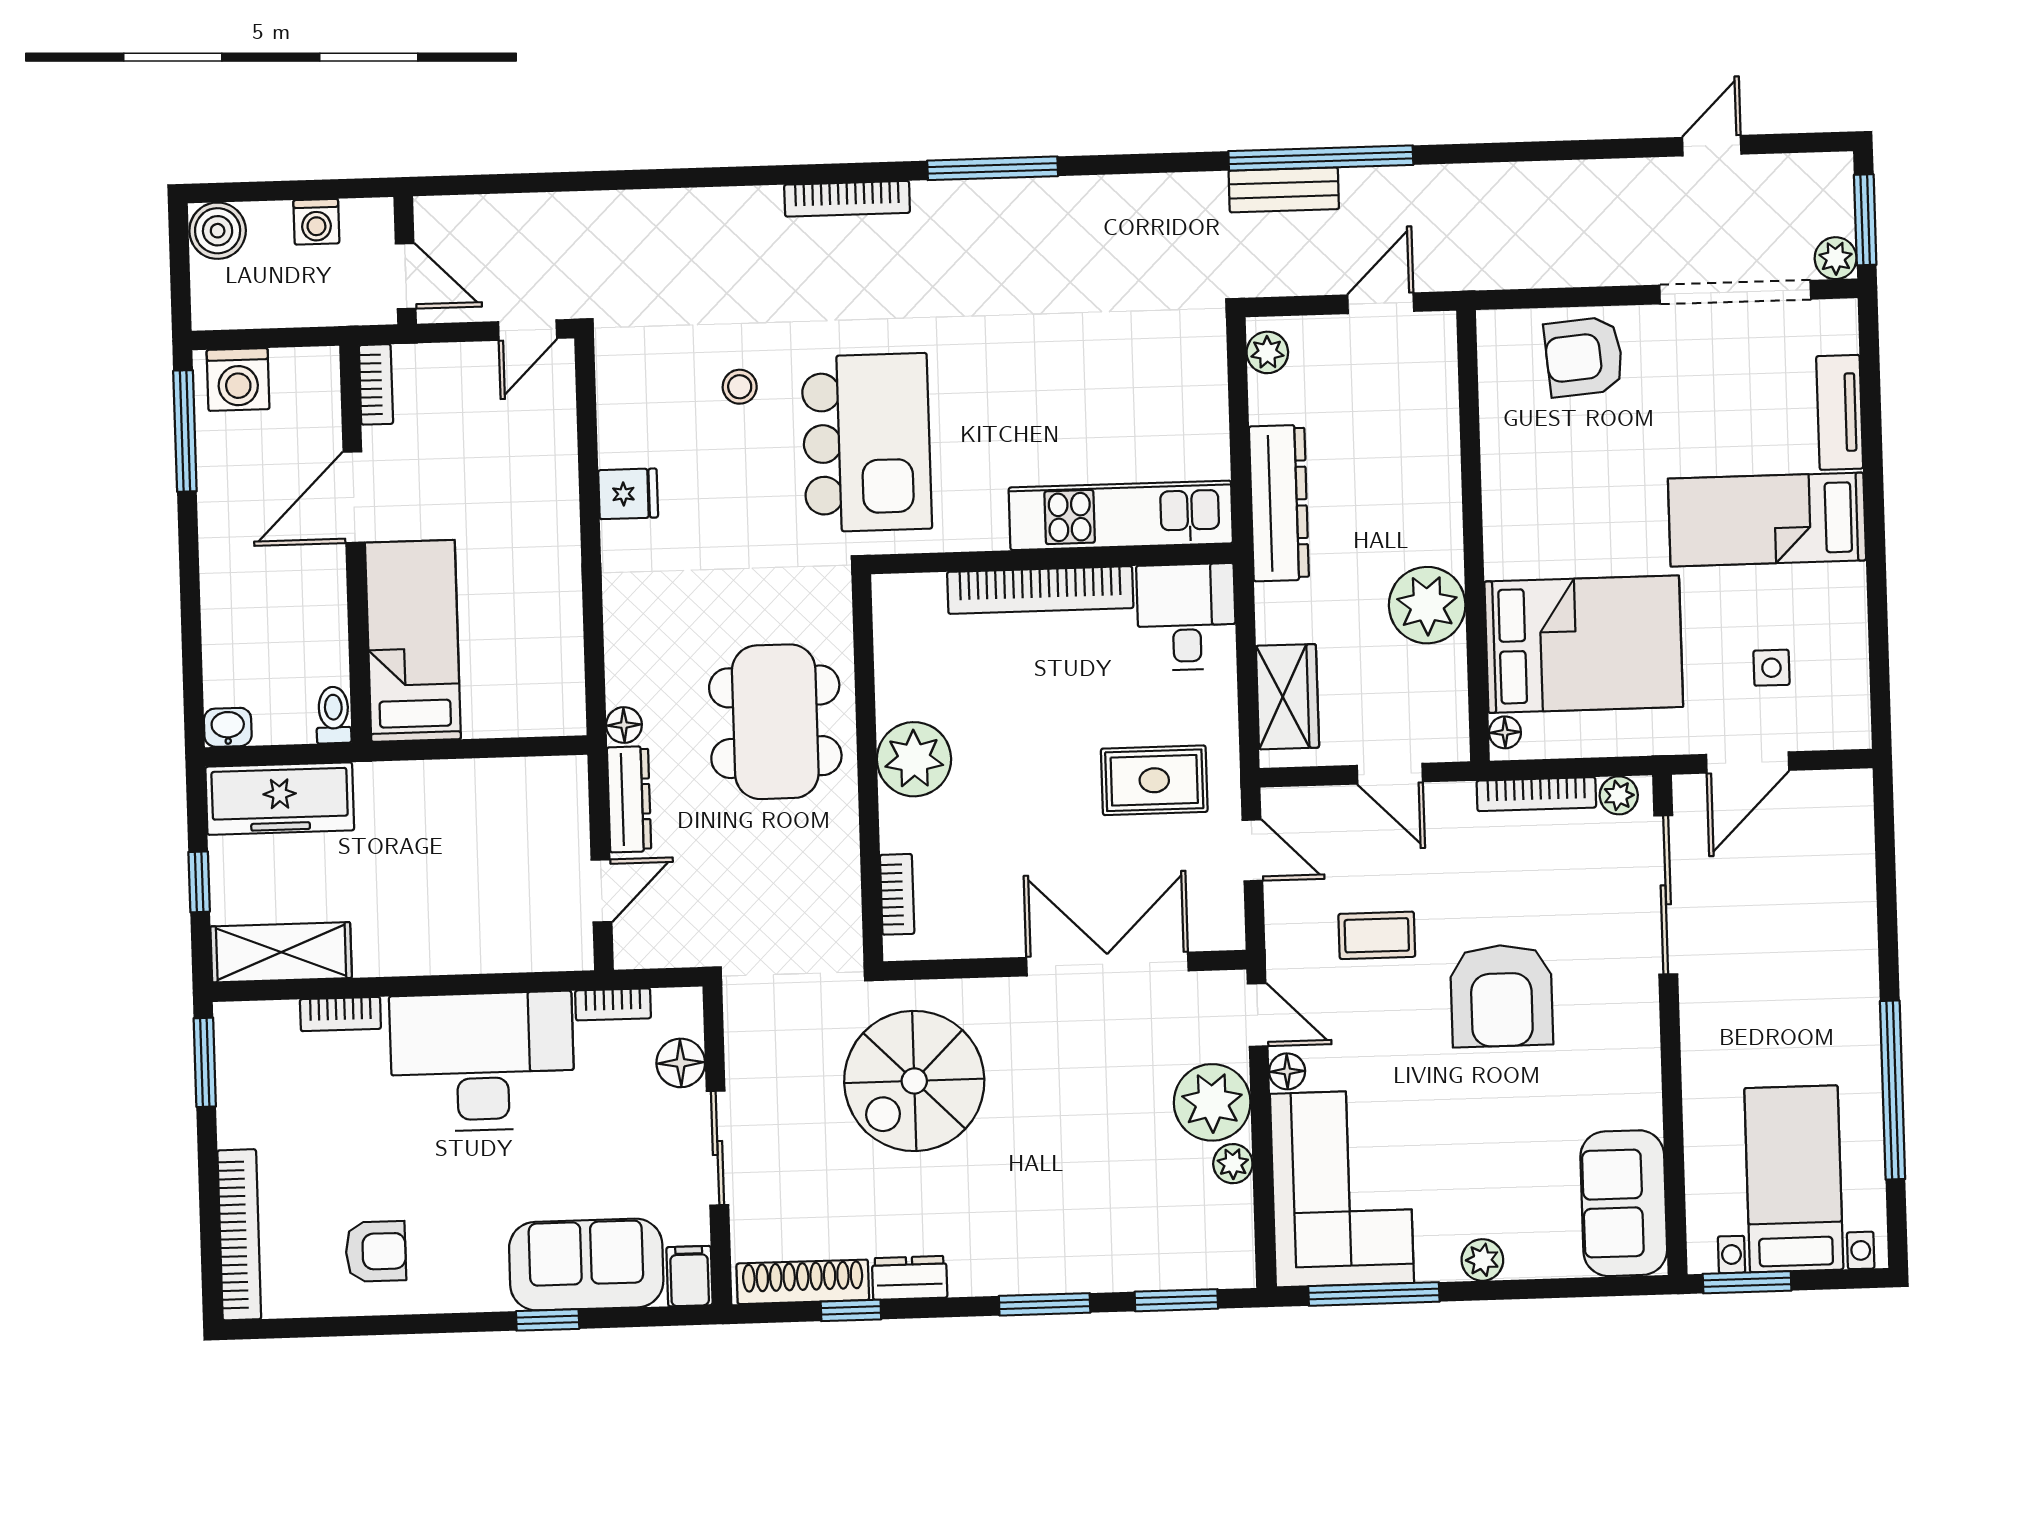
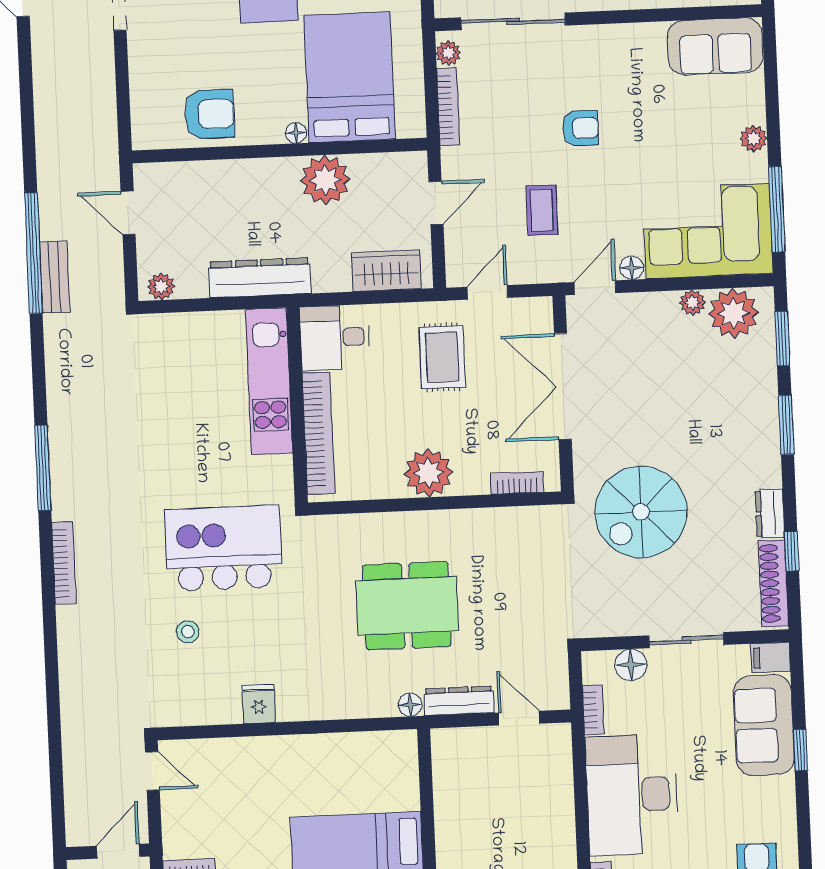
armchair: (1584, 357) -> (209, 114), moved, turned -85
floor lamp: (1505, 732) -> (296, 133), moved
plant: (914, 759) -> (428, 473), moved
wall: (867, 768) -> (435, 503), moved
bookcase: (897, 894) -> (517, 483), moved
armchair: (1502, 996) -> (580, 128), width x0.53, depth x0.53
spiral stairs: (914, 1081) -> (641, 512), turned 90
plant: (1212, 1102) -> (734, 313), moved

